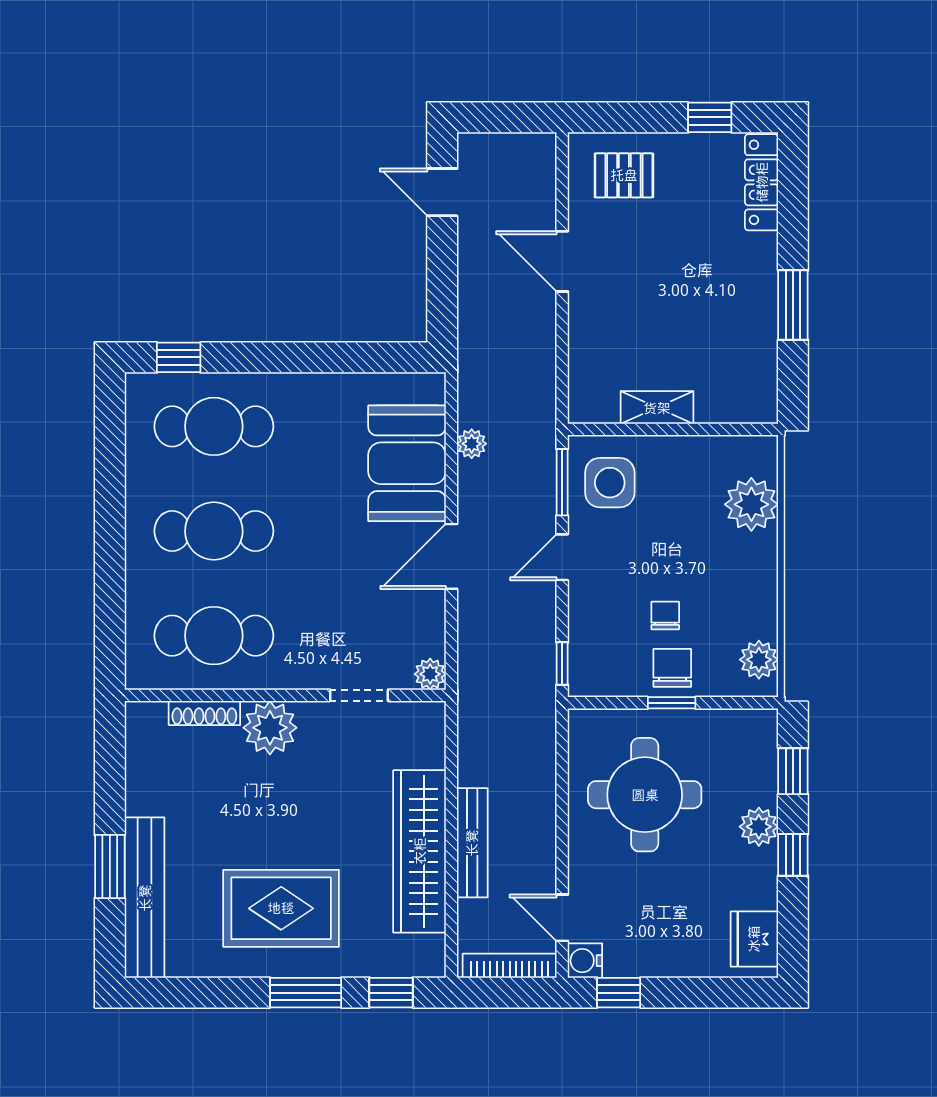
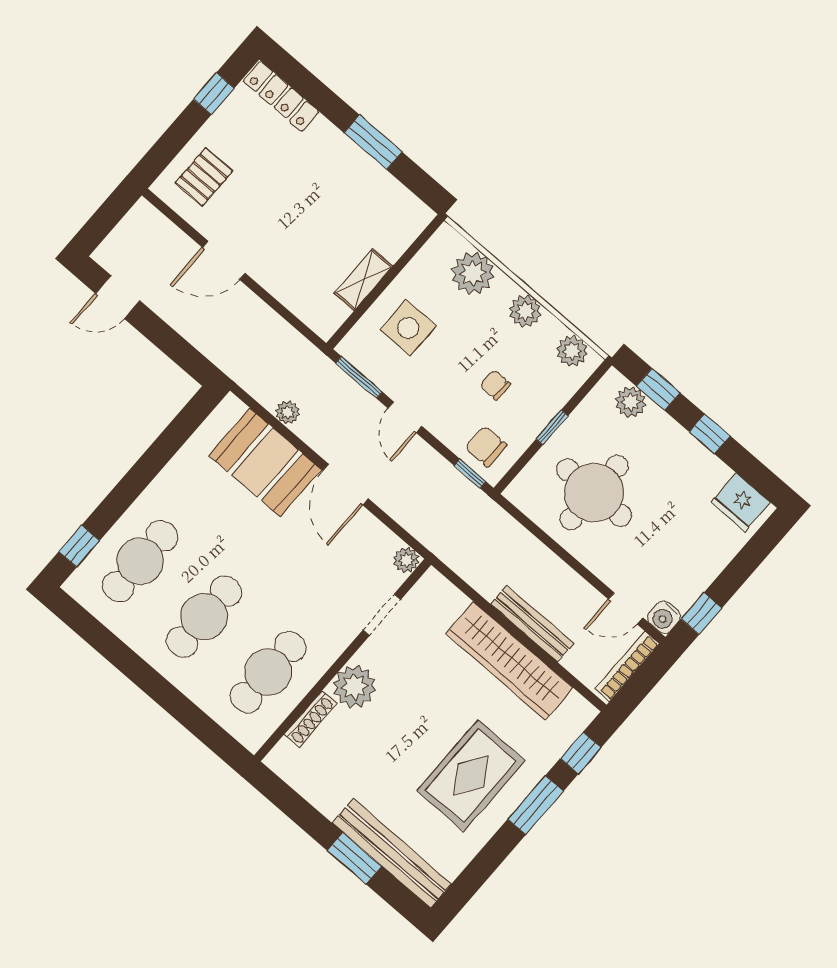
side table: (610, 483) -> (408, 328), moved
plant: (758, 584) -> (525, 311), added
chair: (672, 668) -> (486, 447), moved
plant: (759, 827) -> (631, 402), moved

